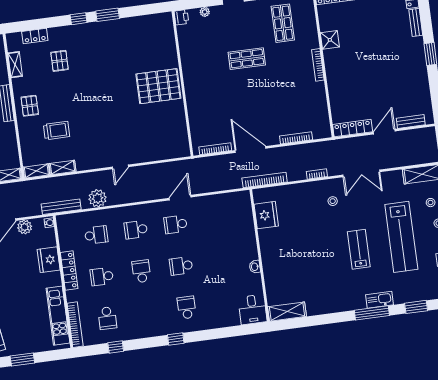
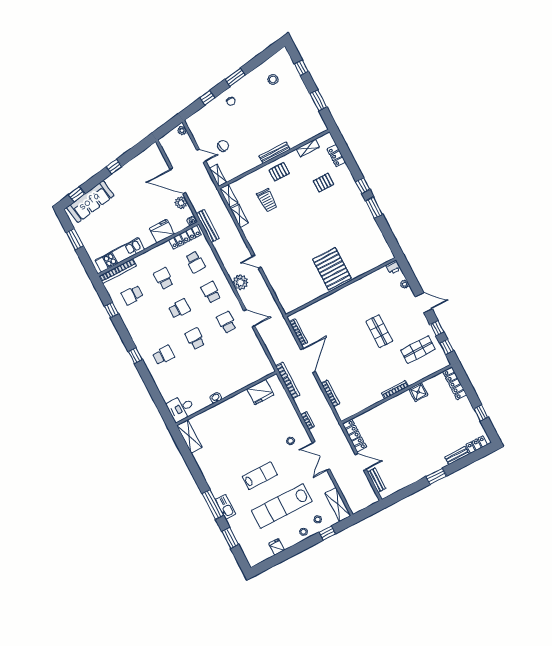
plant: (98, 198) -> (240, 282), moved
locker: (69, 271) -> (185, 237), moved

